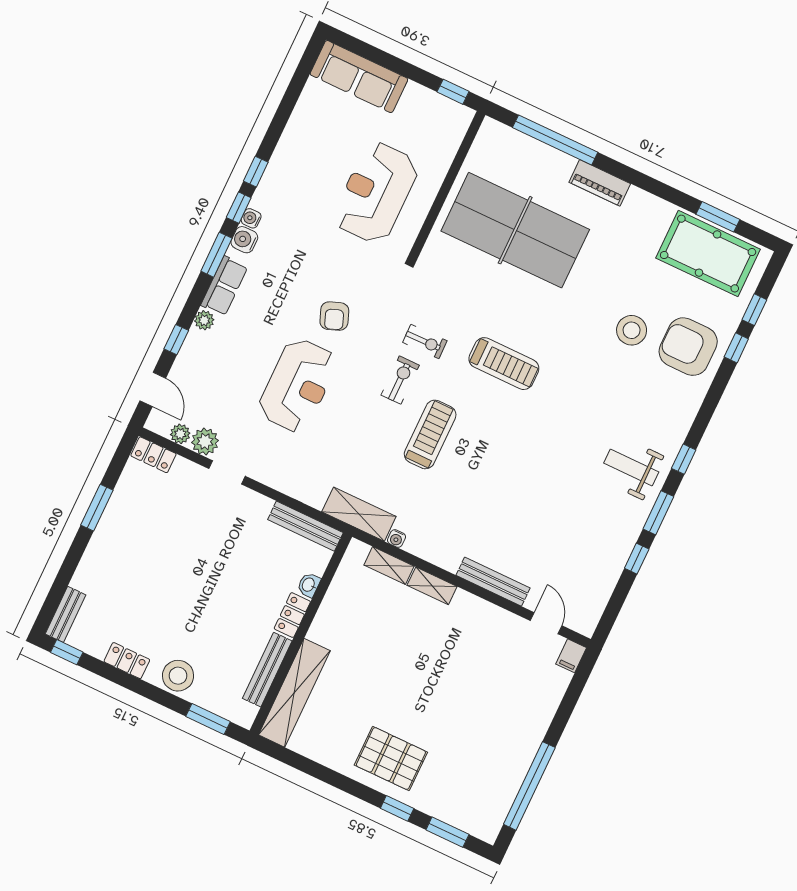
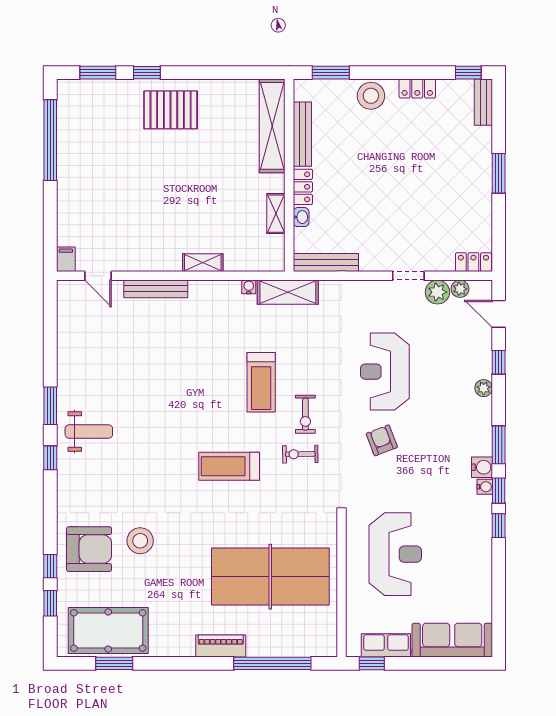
row of seats: (224, 286) -> (386, 645), moved, turned 90
window: (97, 508) -> (499, 173), moved
window: (637, 559) -> (50, 361), removed
shelving: (389, 566) -> (276, 214), moved, turned 90

